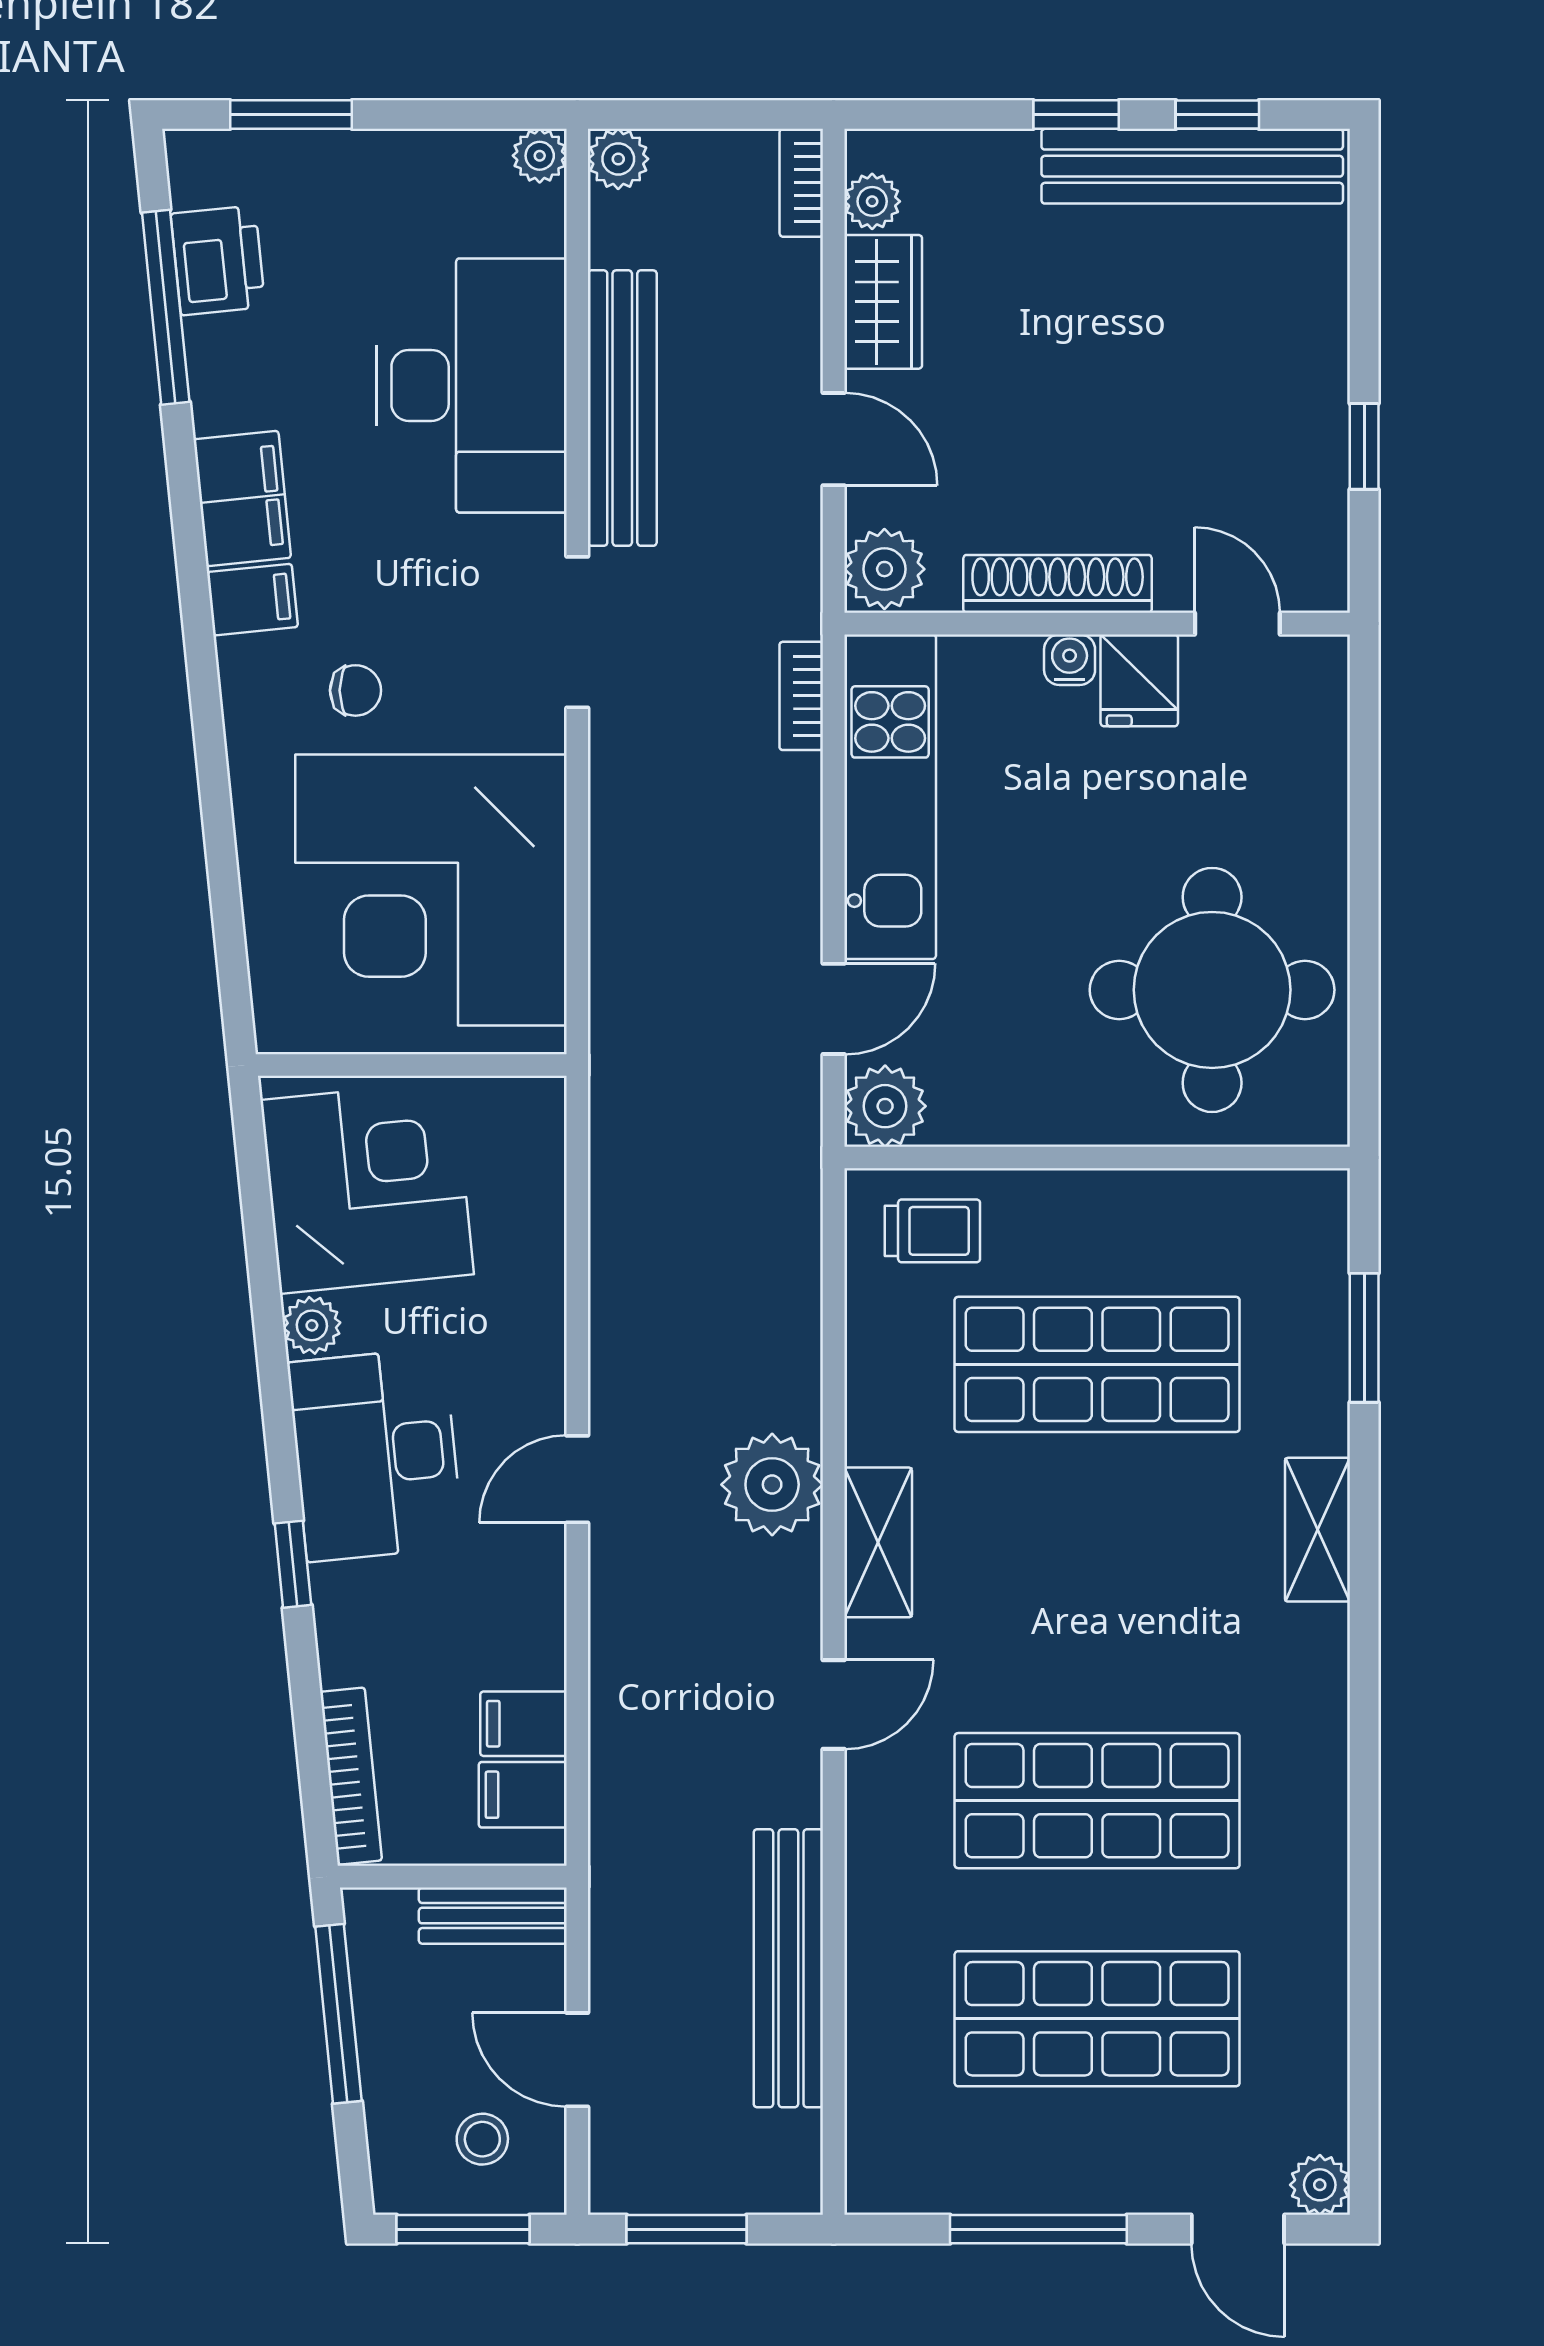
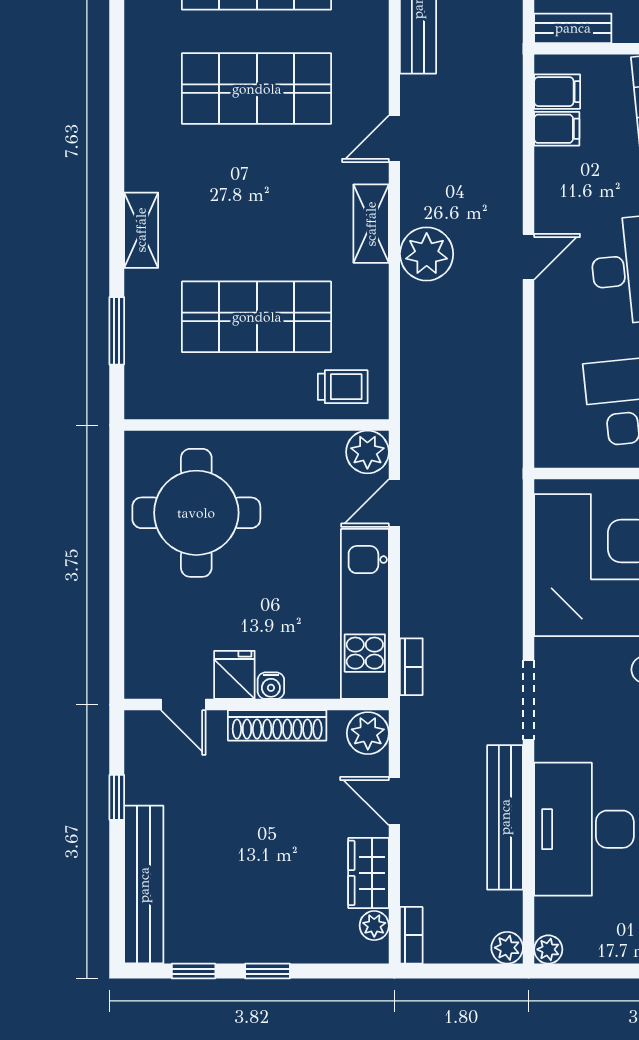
bench: (1192, 166) -> (144, 885), moved, turned 90
trolley: (932, 1231) -> (343, 387), turned 180

